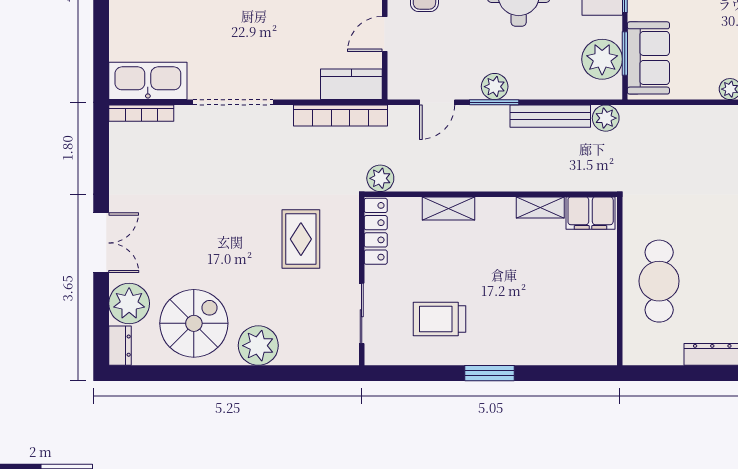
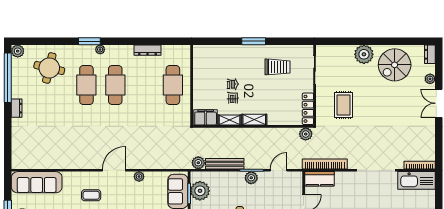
shelving: (448, 209) -> (254, 120), moved
plant: (129, 303) -> (430, 79), width x0.53, depth x0.53

